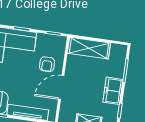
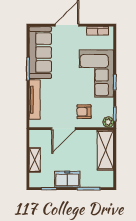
plant: (61, 41) -> (108, 122), added
door: (61, 87) -> (63, 129), swing flipped

